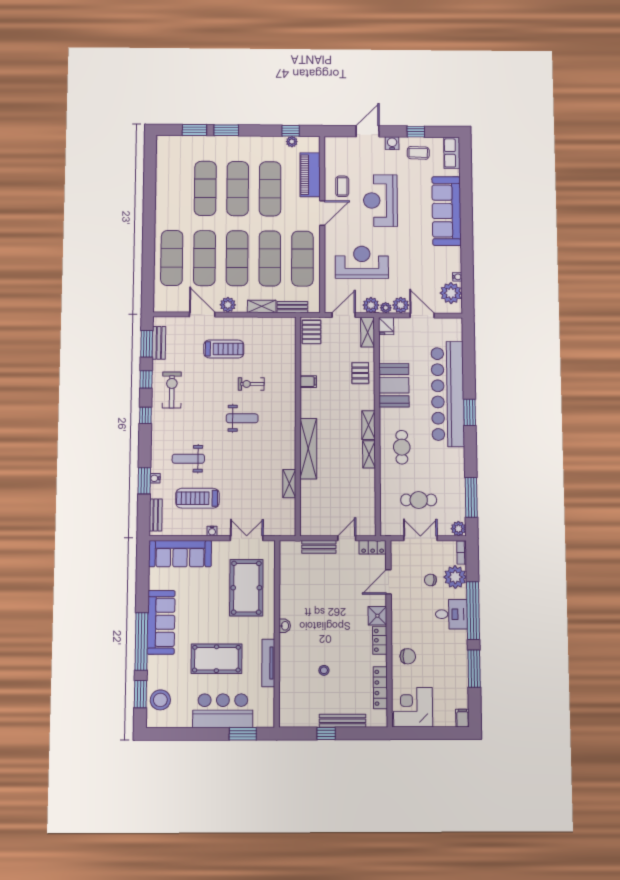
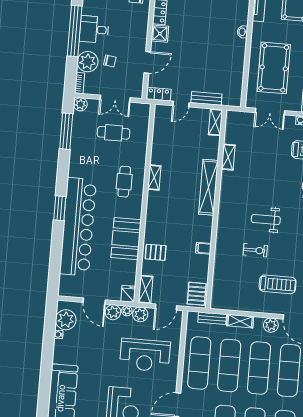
treadmill: (224, 349) -> (278, 284), turned 180
pallet: (360, 373) -> (156, 252), turned 90
shelving: (368, 425) -> (215, 122), moved

